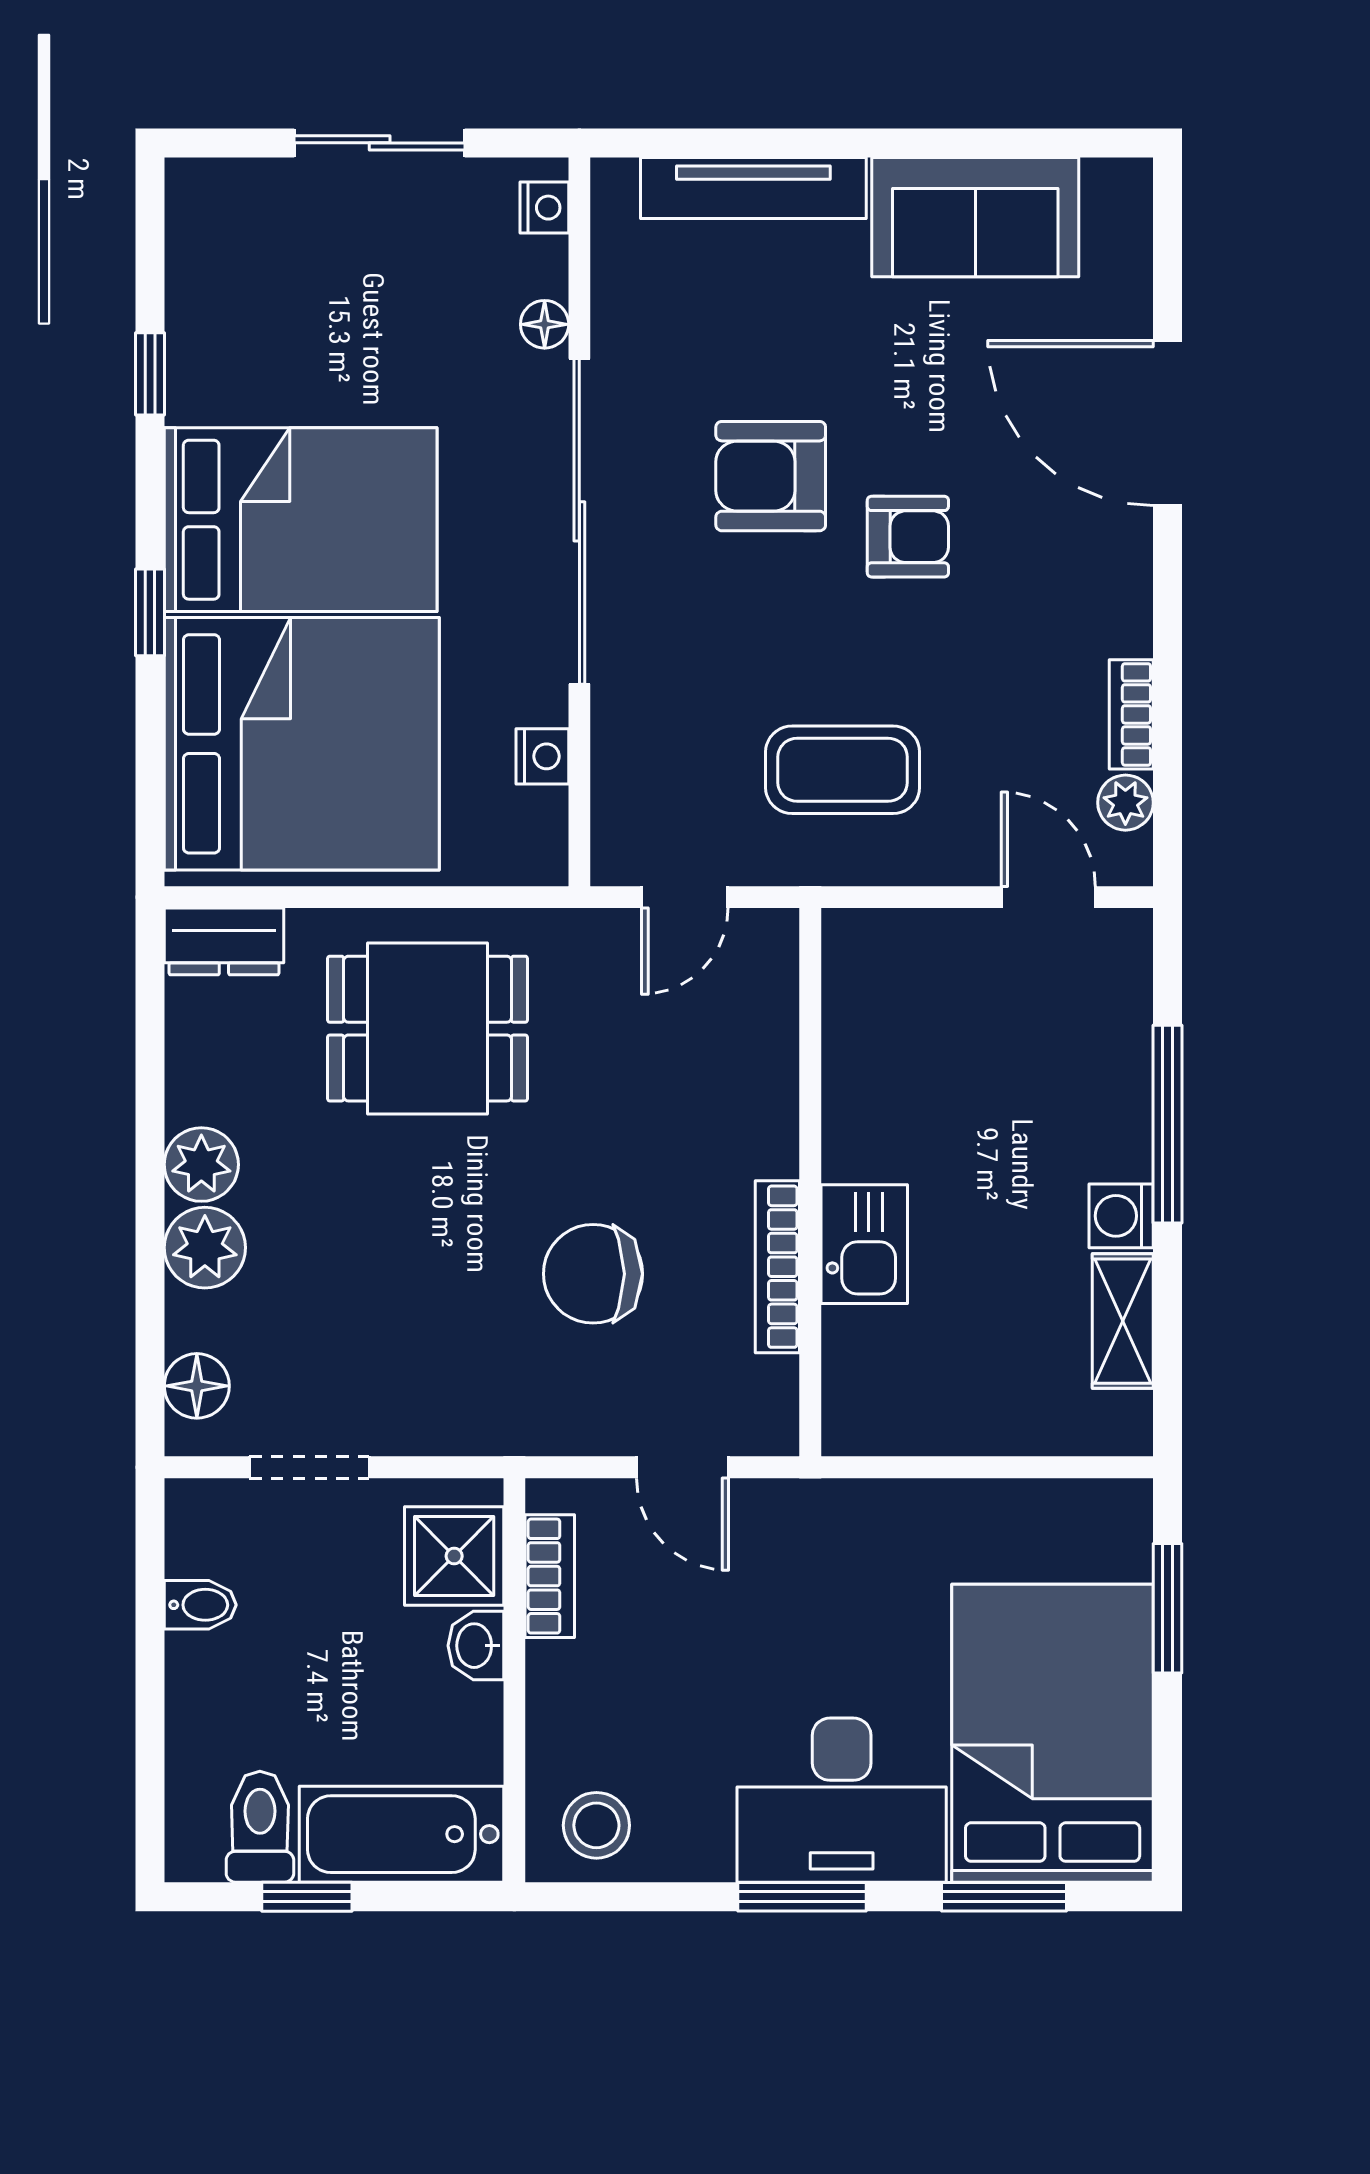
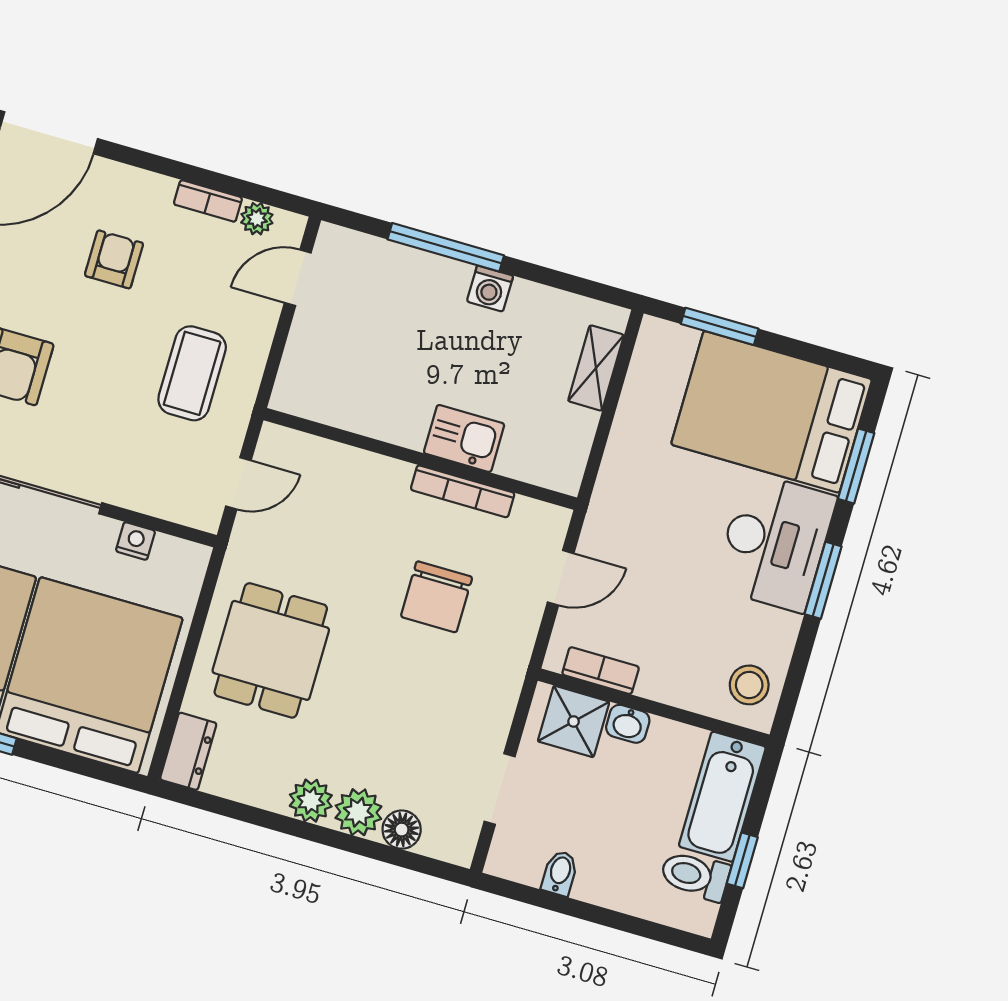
armchair: (908, 537) -> (114, 259), moved
door: (685, 897) -> (238, 483), hinge flipped
shelving: (1123, 1321) -> (596, 368), moved, turned 90
floor lamp: (197, 1386) -> (402, 830), moved

